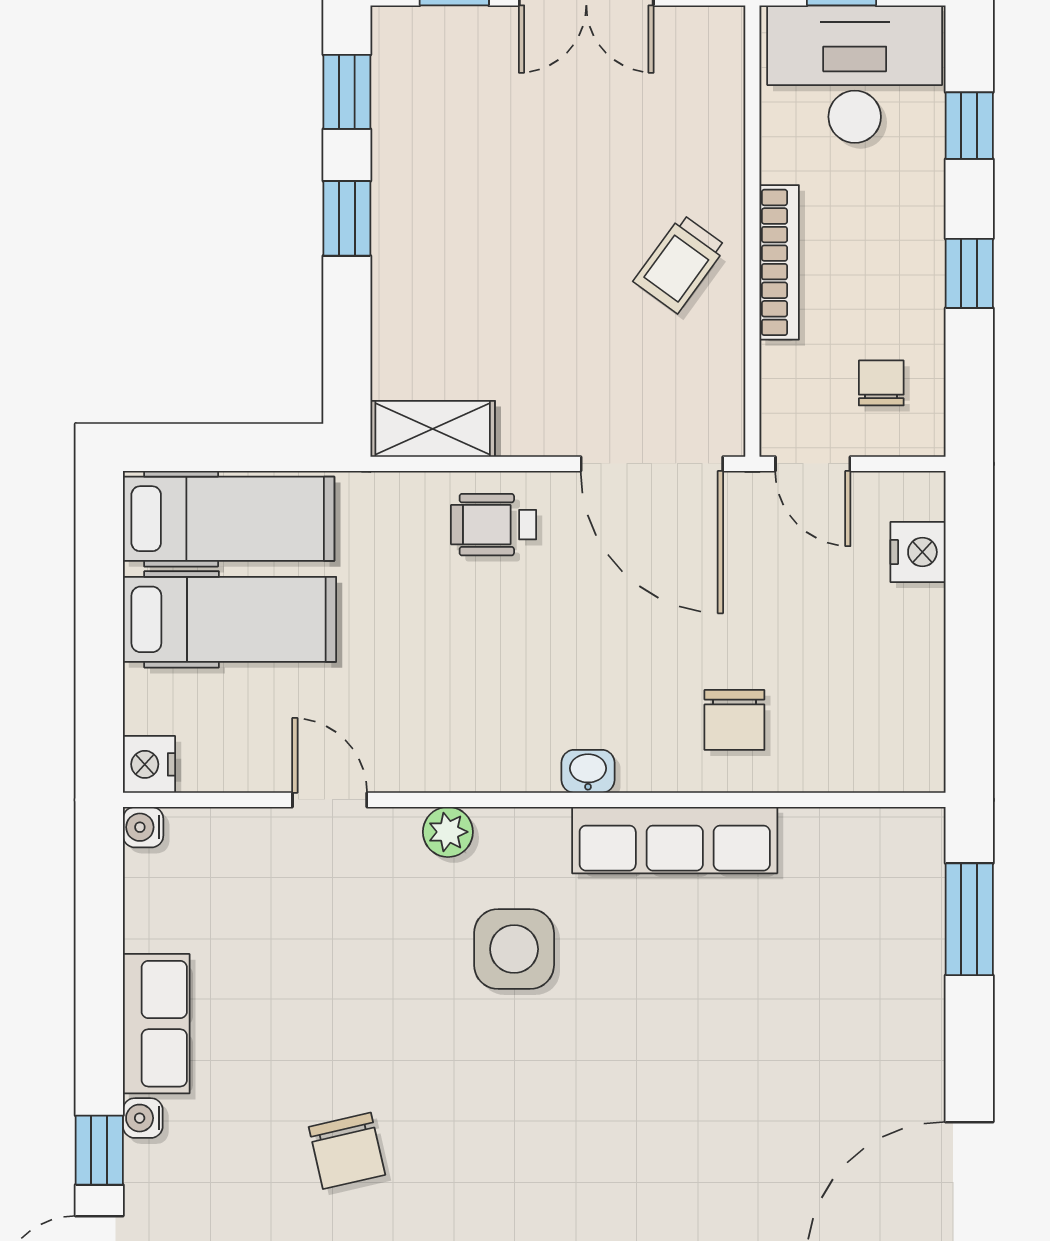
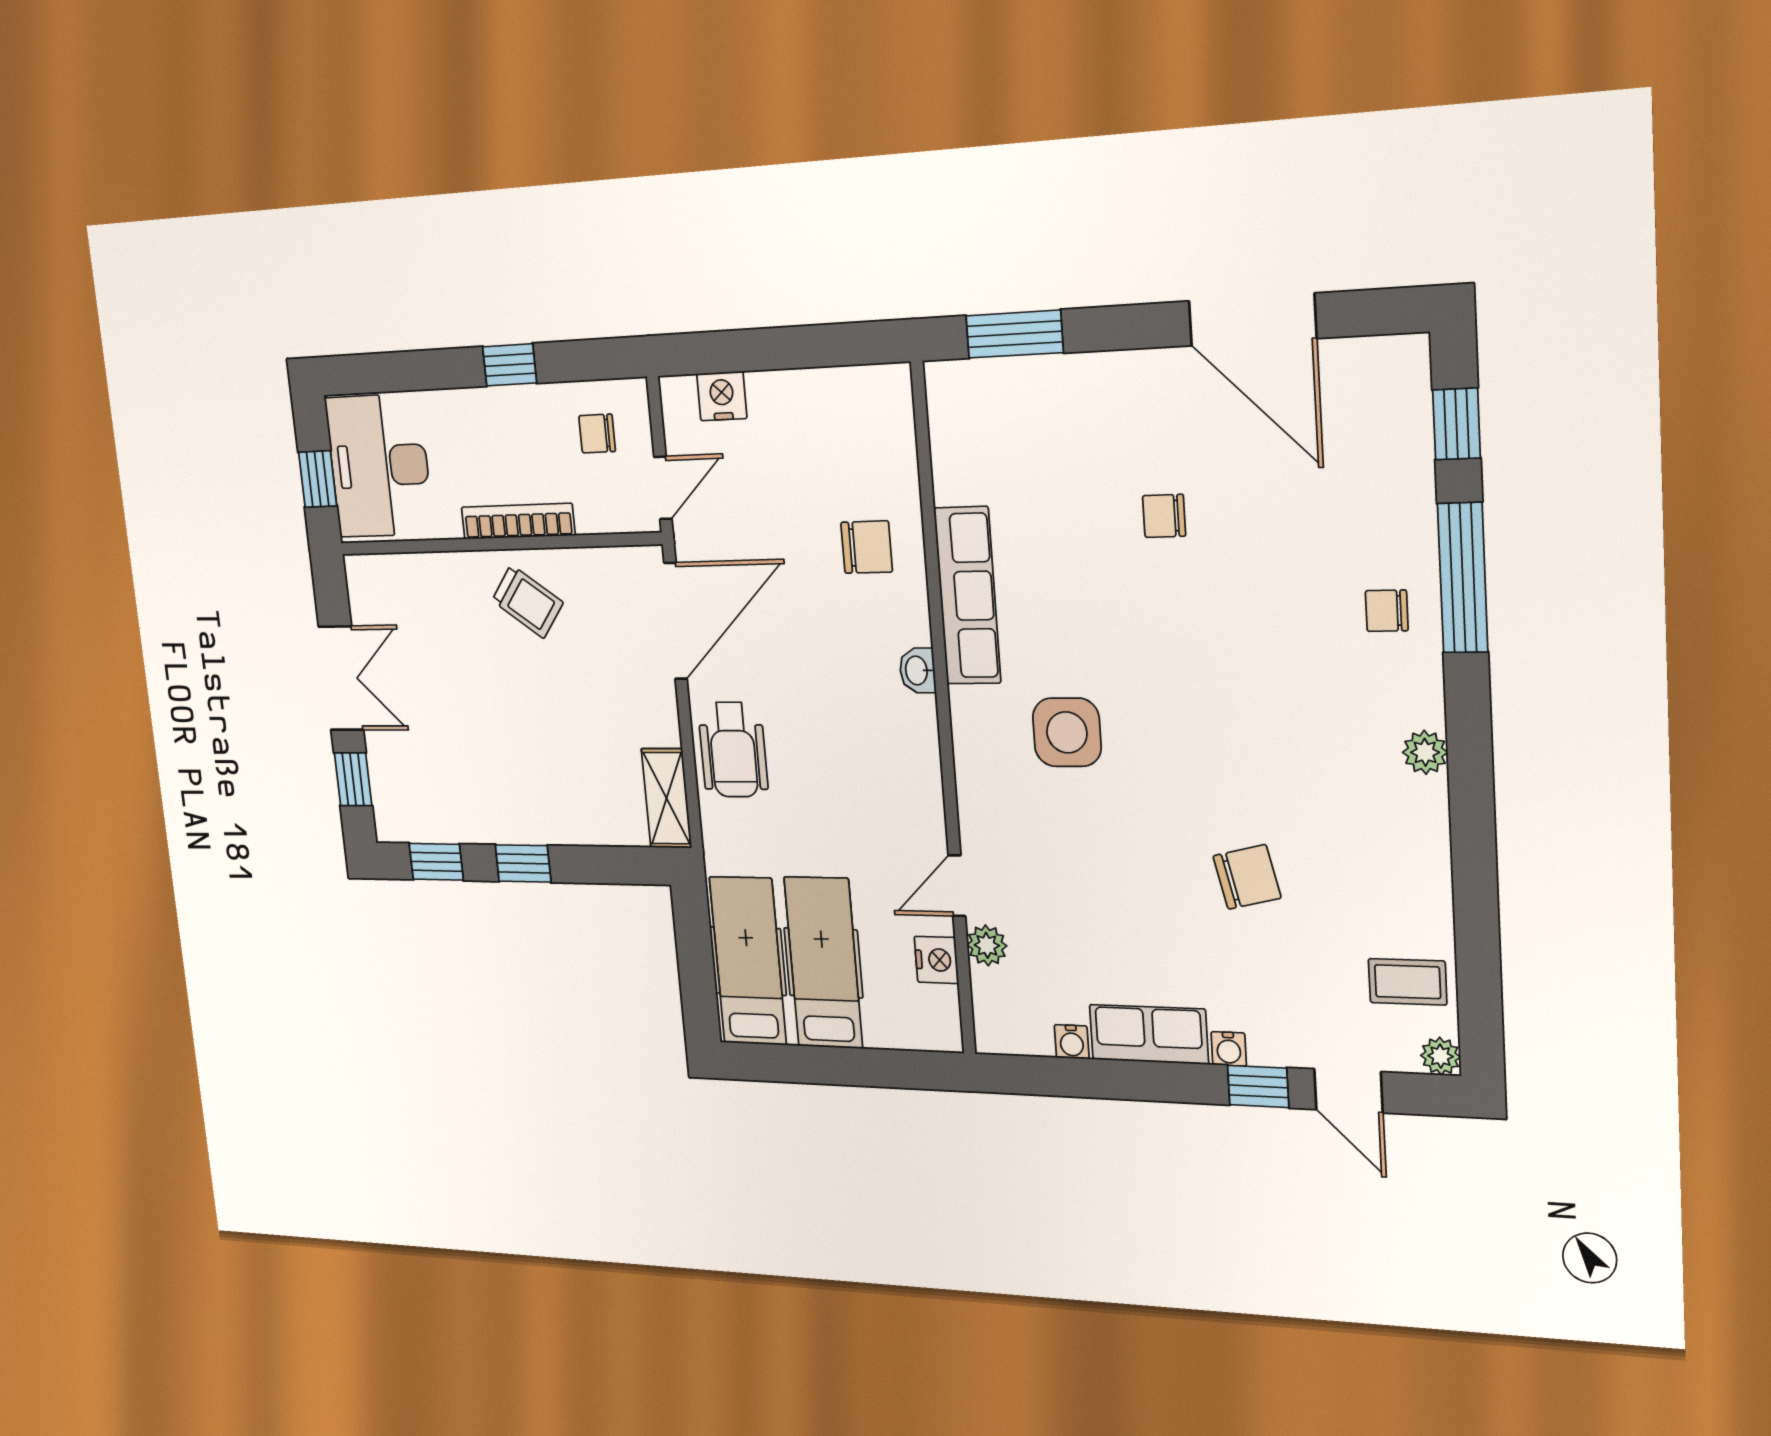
window: (969, 126) -> (405, 371), removed
wheelchair: (494, 525) -> (733, 750), width x1.36, depth x1.37
nightstand: (149, 764) -> (936, 960), moved, turned -90
water cooler: (143, 827) -> (1072, 1042), moved
plant: (448, 832) -> (987, 945), moved
chair: (759, 1080) -> (1164, 516), added

